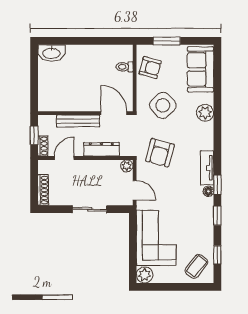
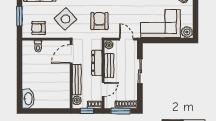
armchair: (150, 68) -> (38, 28), turned -105
plant: (49, 121) -> (77, 100), added
armchair: (160, 153) -> (99, 21), turned -105
door: (64, 158) -> (103, 89), swing flipped
bench: (98, 166) -> (109, 66), added
window: (34, 182) -> (121, 111), added
door: (135, 190) -> (126, 39), hinge flipped

